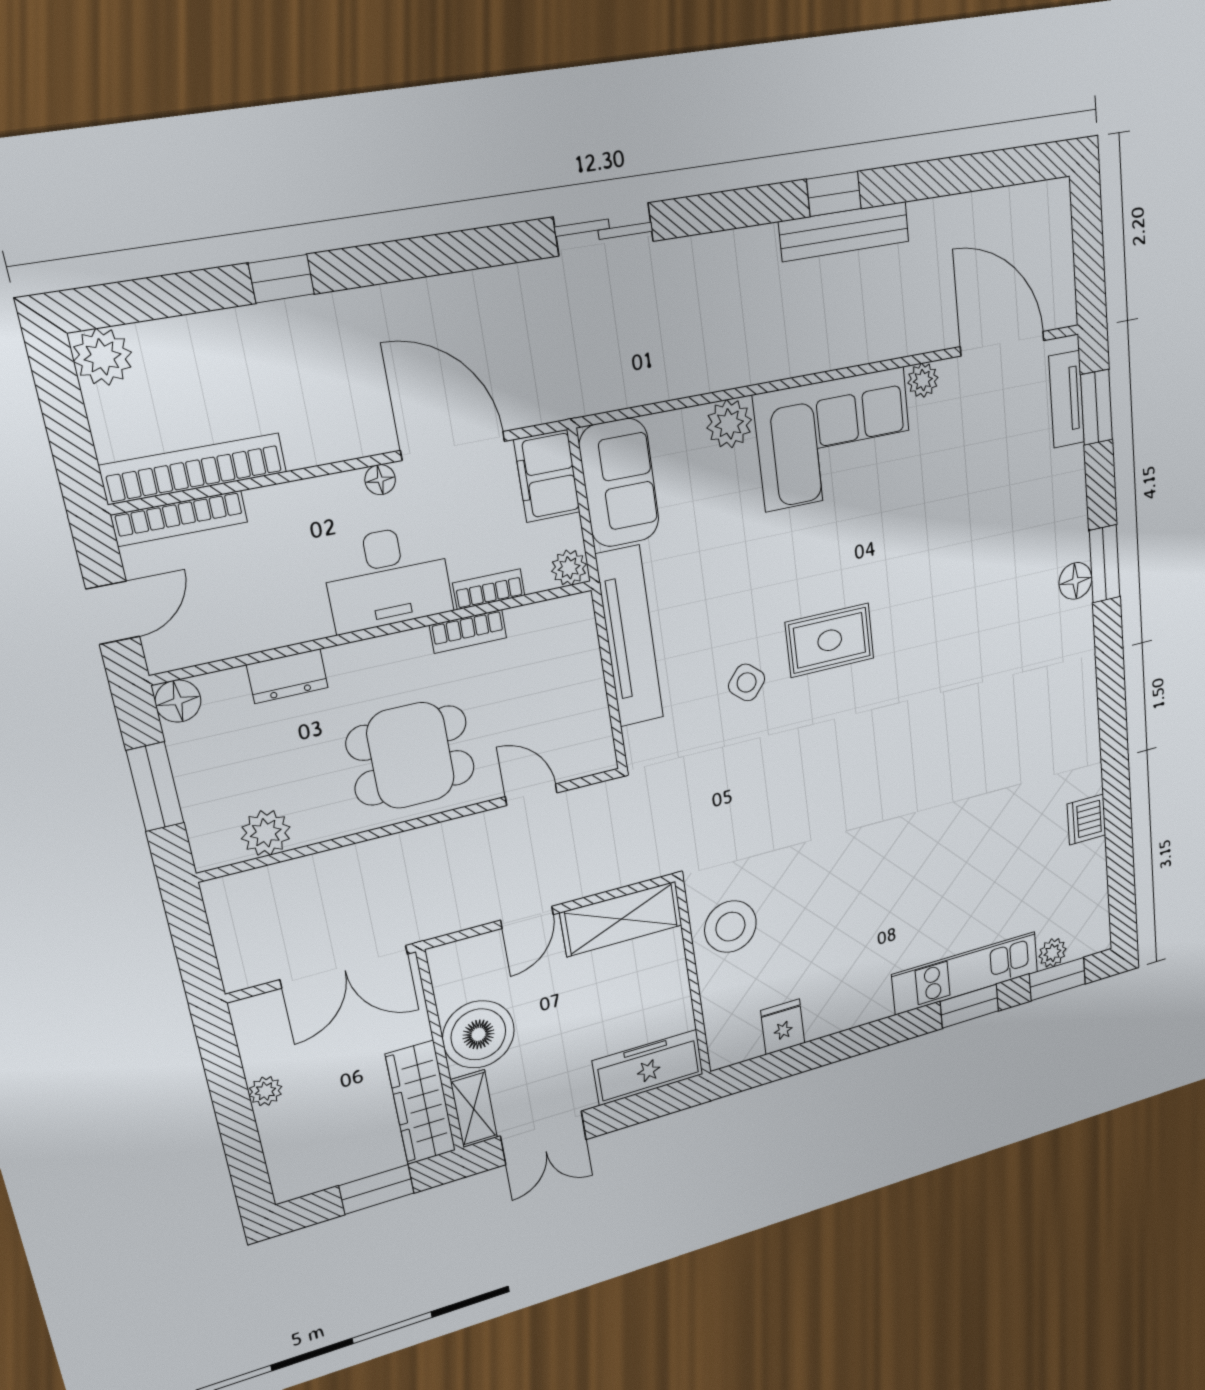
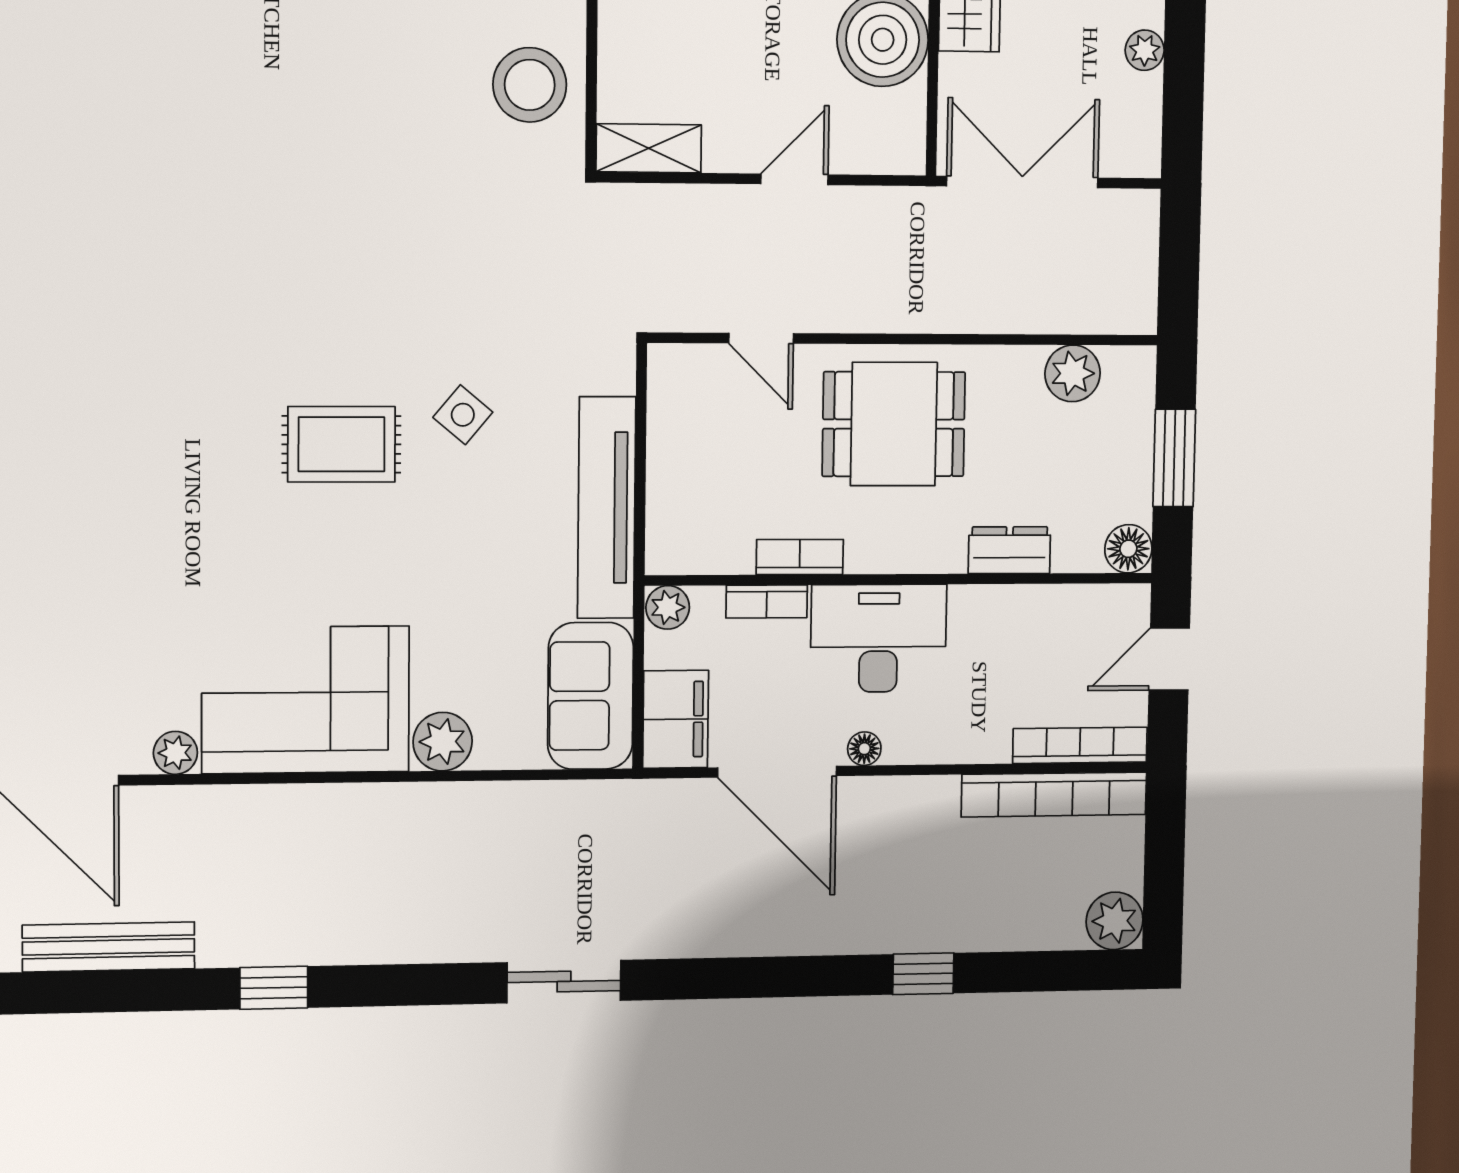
bench: (844, 231) -> (109, 947), moved
shelving: (621, 919) -> (649, 148), width x0.67, depth x0.75

